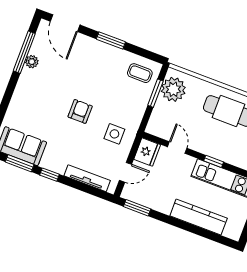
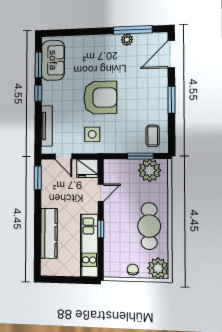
armchair: (80, 111) -> (100, 98), width x1.88, depth x1.88

